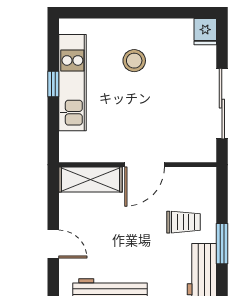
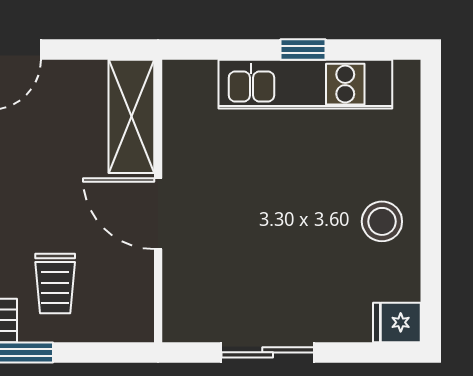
stool: (134, 61) -> (382, 221), moved
sliding door: (222, 104) -> (268, 352), width x0.73

